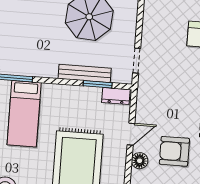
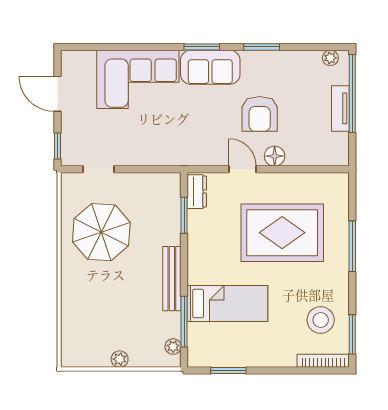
doorway: (137, 61) -> (98, 169), moved
bench: (85, 74) -> (172, 279), moved

